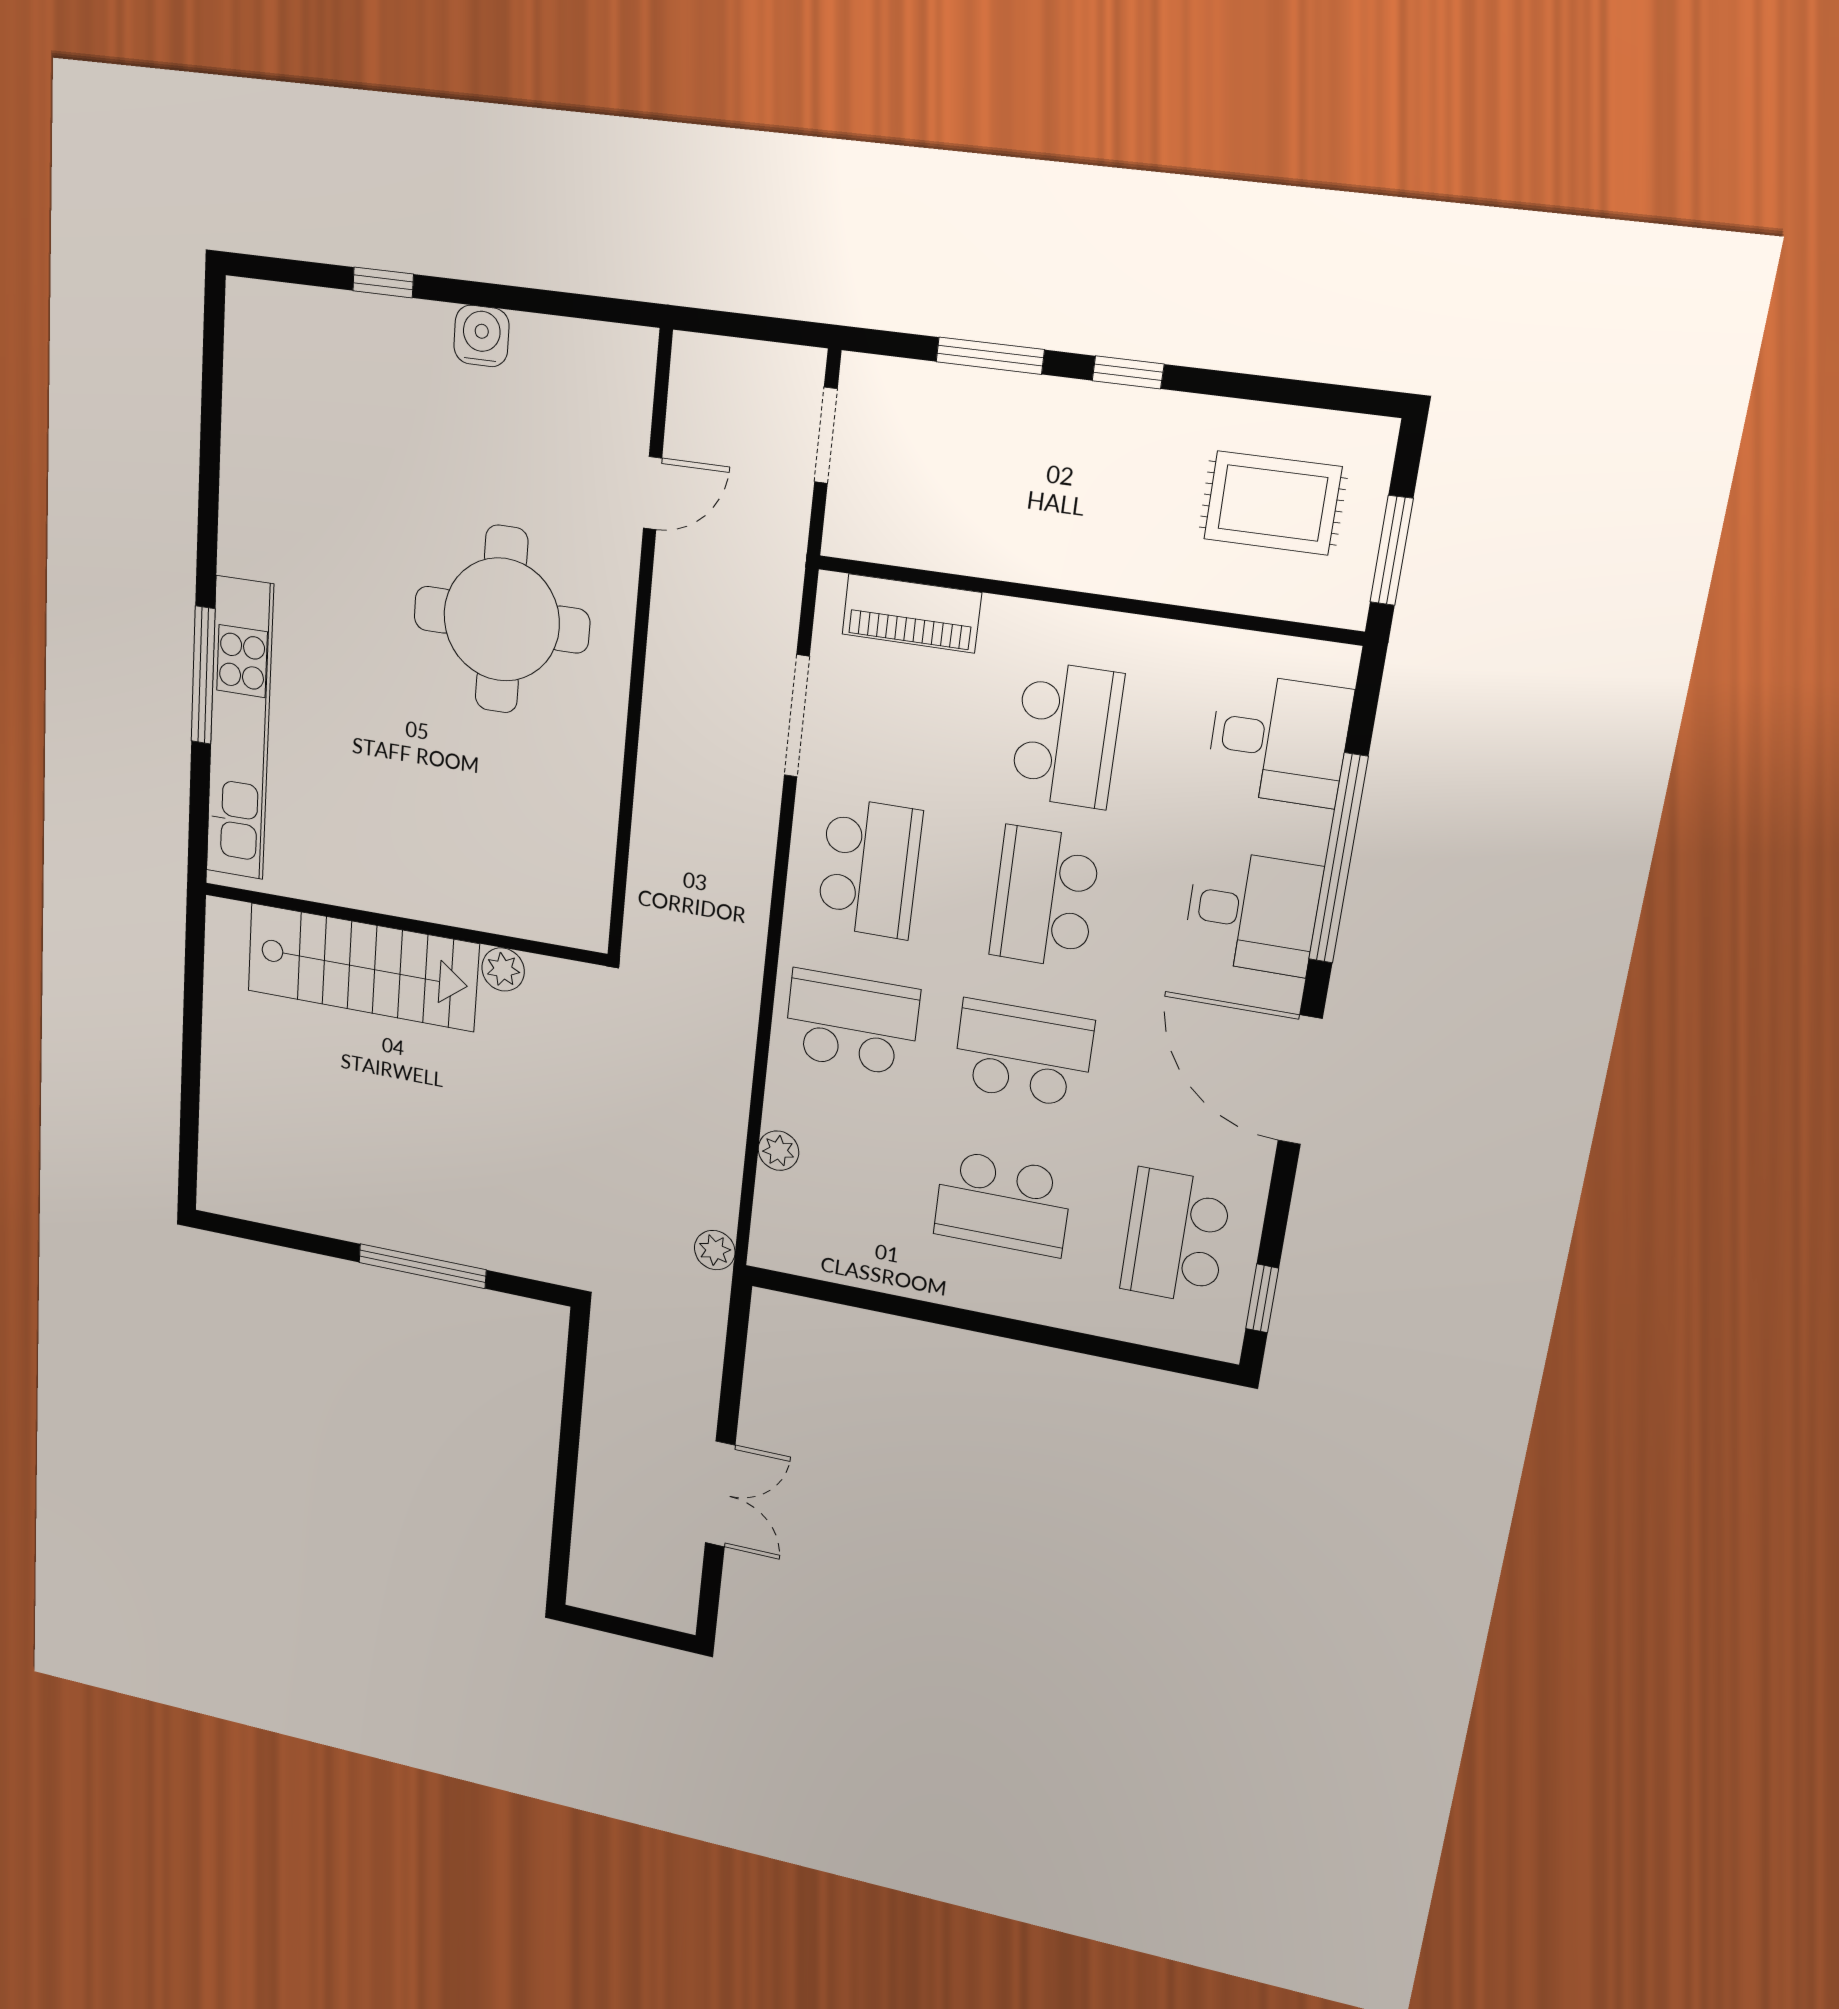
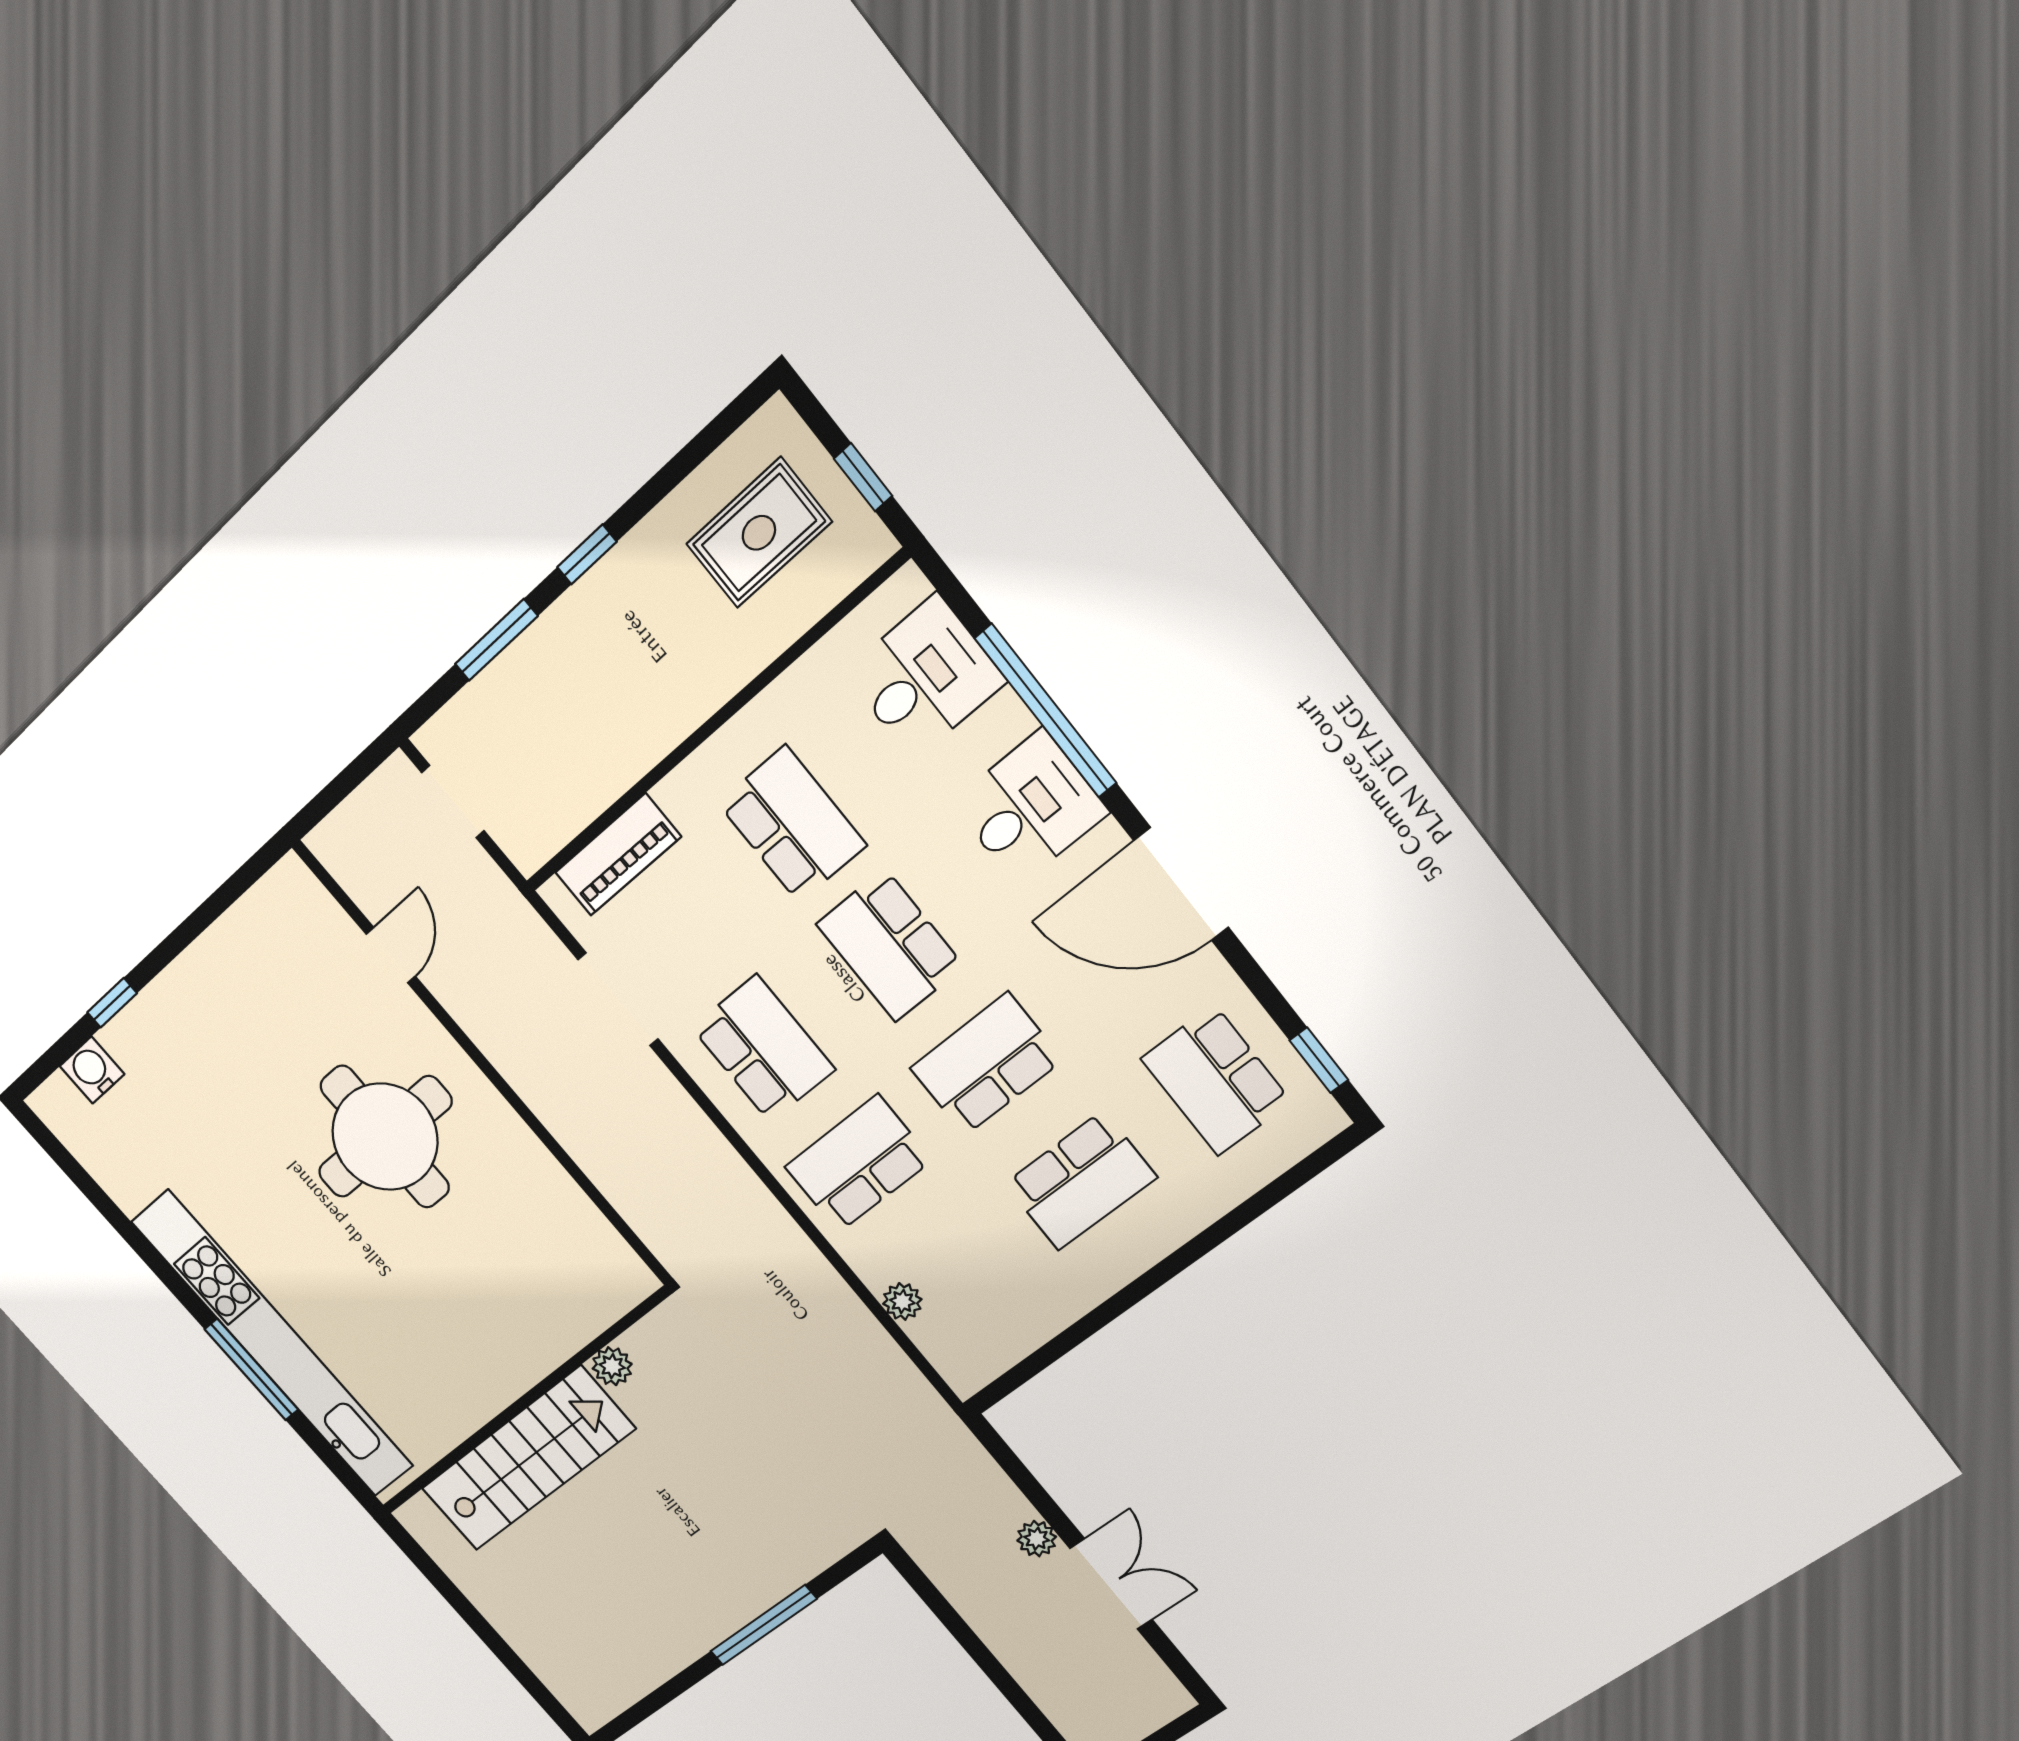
water cooler: (481, 336) -> (92, 1070), moved
window: (1392, 550) -> (863, 477), width x0.67
kitchen unit: (240, 730) -> (273, 1345), width x1.36
plant: (715, 1250) -> (1037, 1539), moved

